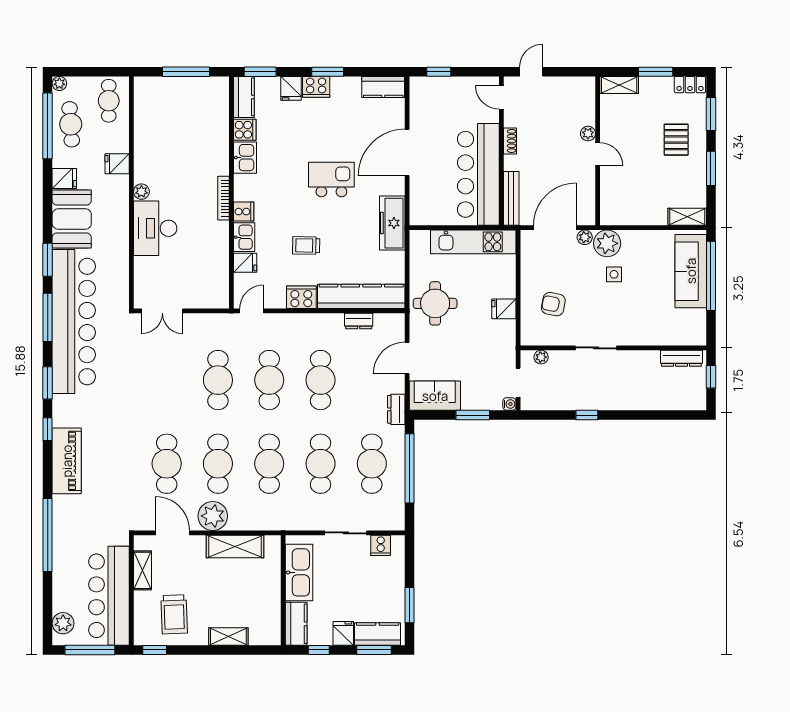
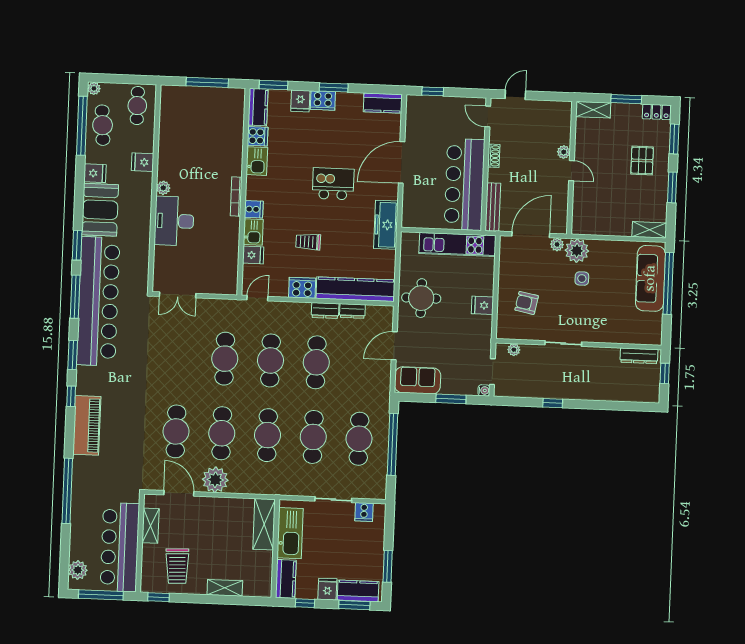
dresser: (396, 409) -> (325, 310), moved, turned -90
shelving: (235, 547) -> (264, 524), moved, turned 90

